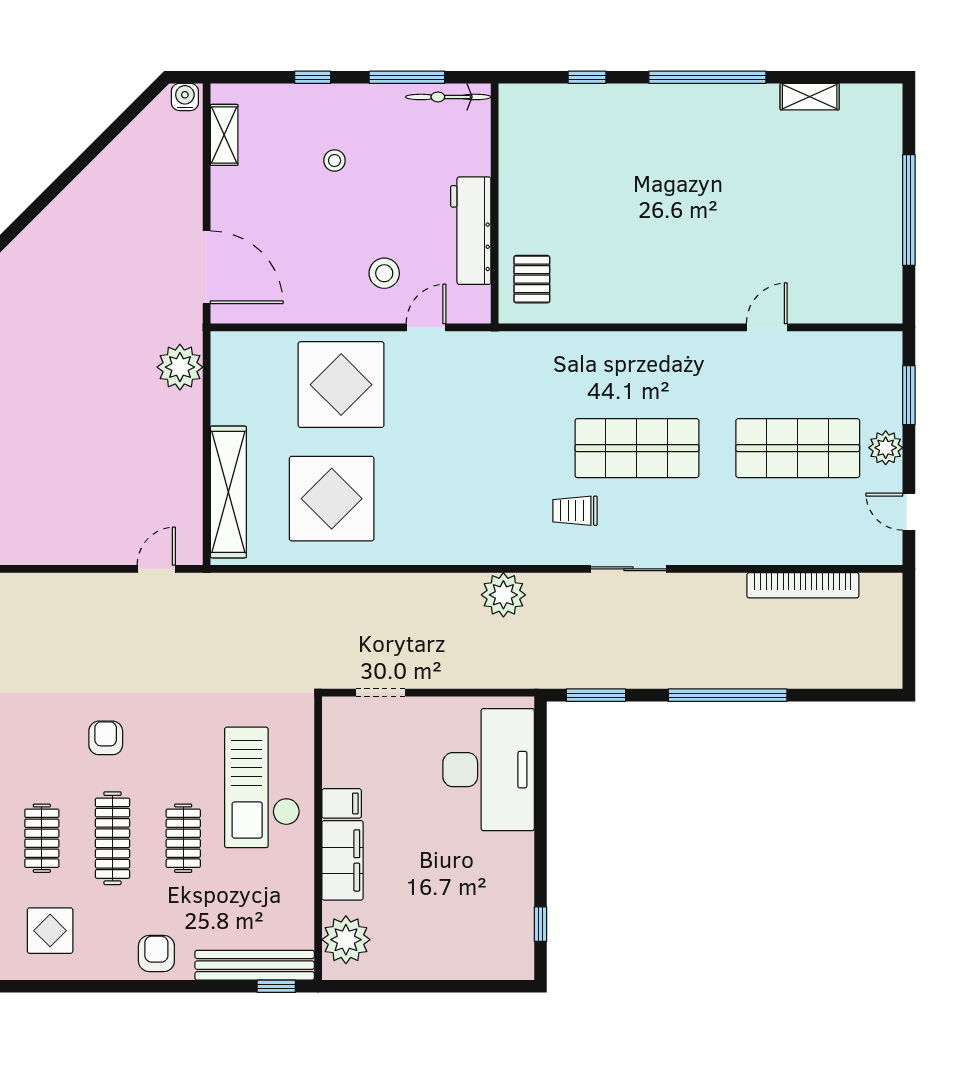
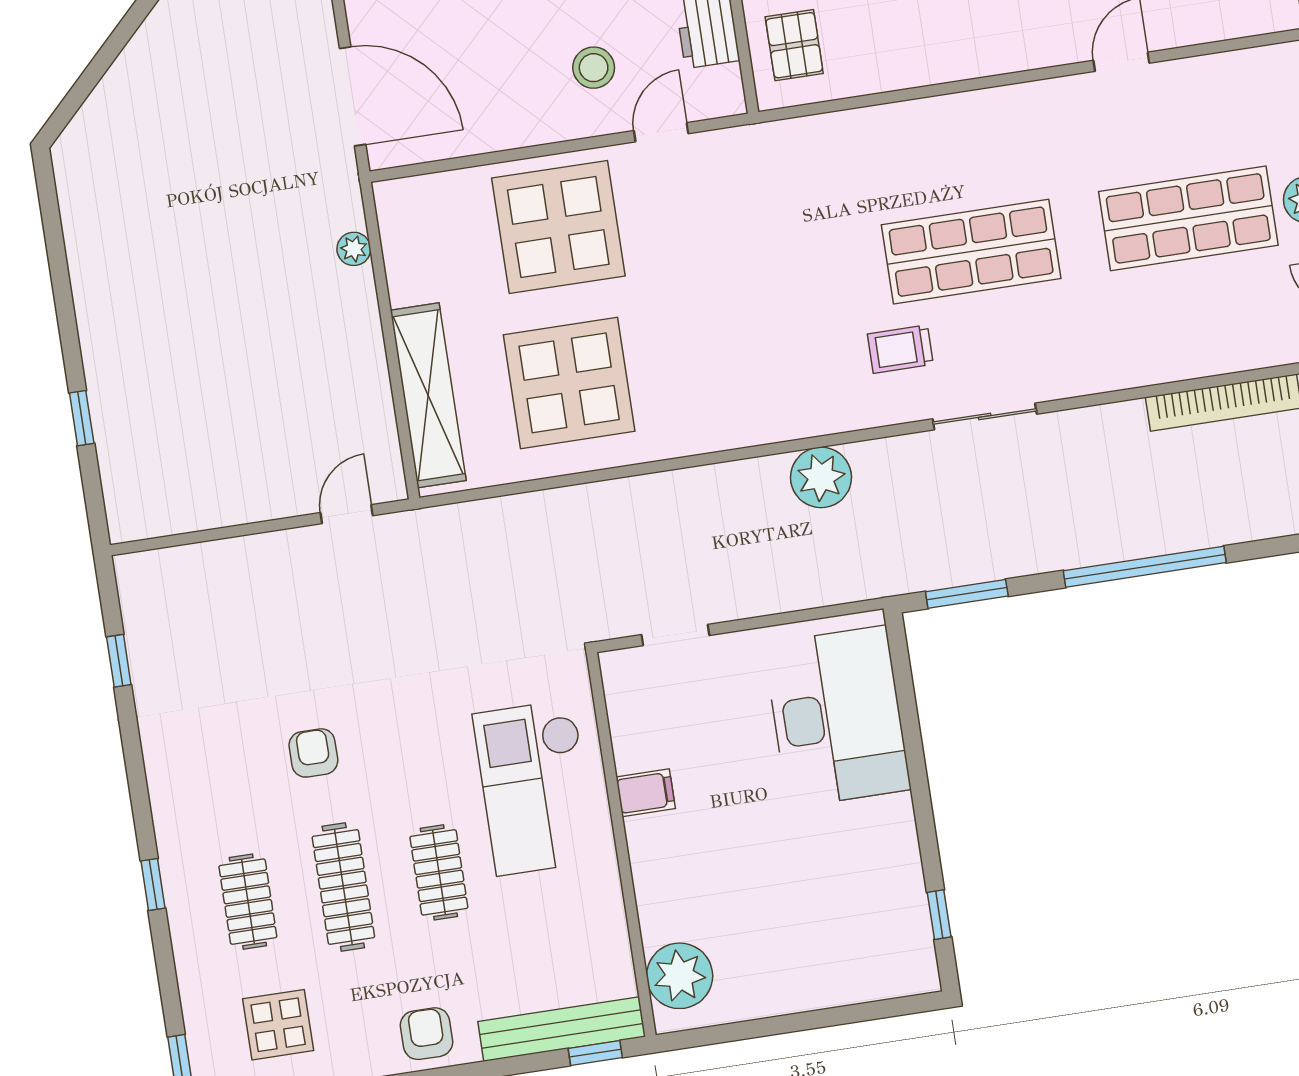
plant: (180, 367) -> (354, 249), width x0.53, depth x0.53
filing cabinet: (342, 860) -> (659, 869), removed

